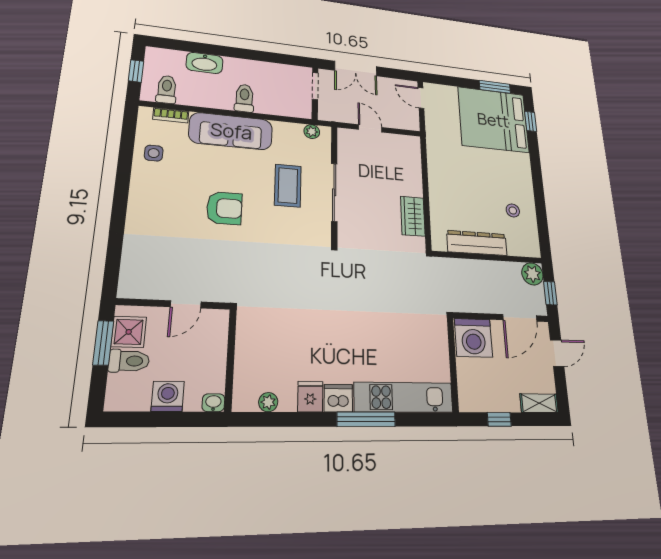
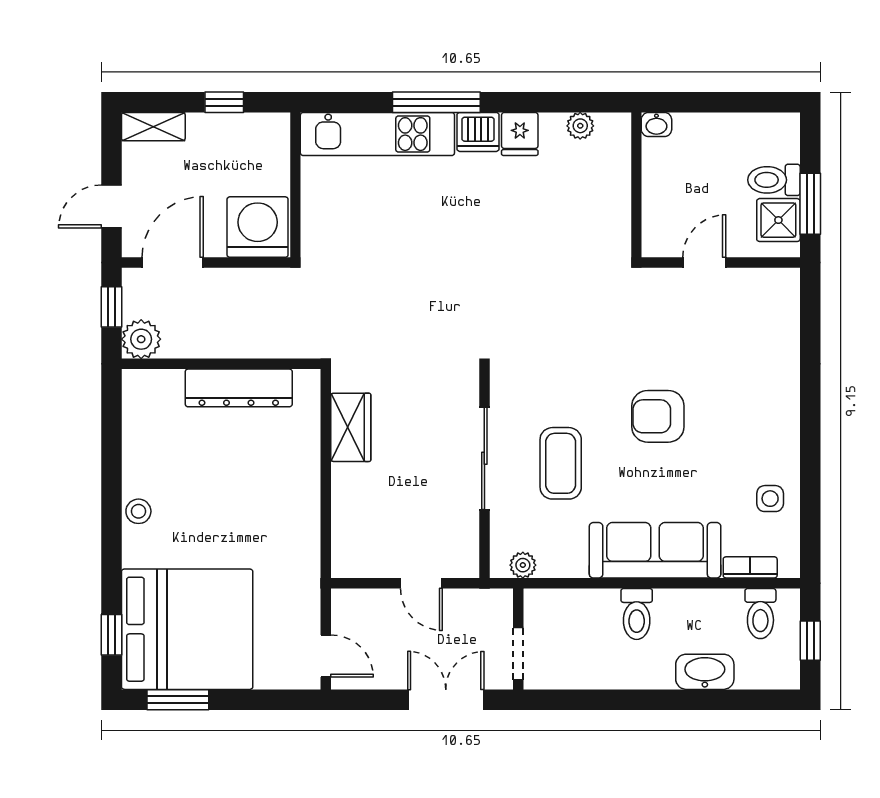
stool: (513, 211) -> (138, 511), moved
washing machine: (168, 396) -> (719, 133), removed

